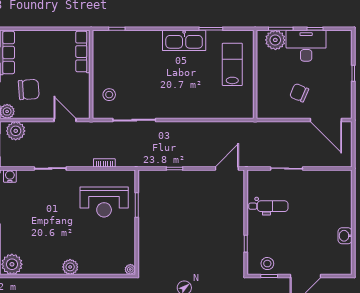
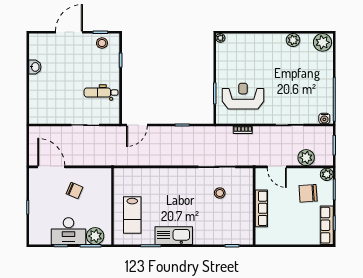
row of seats: (83, 52) -> (261, 208), moved
stool: (109, 95) -> (220, 193), moved
plant: (16, 131) -> (306, 158), moved
plant: (70, 267) -> (293, 40), moved

